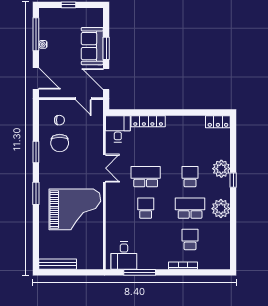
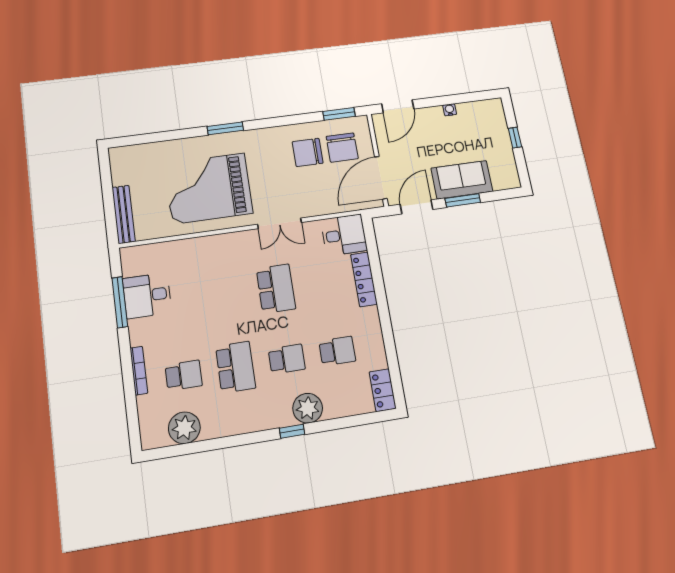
window: (36, 34) -> (462, 98), removed
door: (83, 99) -> (381, 178), width x1.88
chair: (59, 120) -> (342, 148), width x1.87, depth x1.87
window: (36, 152) -> (339, 114), moved
school desk: (146, 208) -> (337, 351), moved
grand piano: (75, 209) -> (209, 188), turned 90
plant: (221, 209) -> (184, 428), moved
desk: (124, 255) -> (147, 296), moved
bench: (58, 264) -> (124, 214), moved

